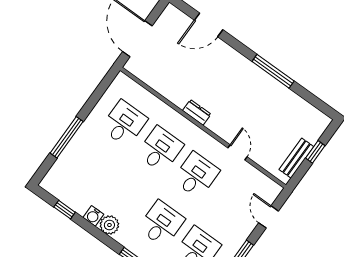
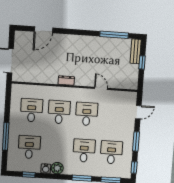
window: (273, 71) -> (114, 35), moved
bench: (296, 158) -> (136, 51), moved
desk: (89, 172) -> (29, 147), added
door: (269, 217) -> (138, 112), swing flipped

